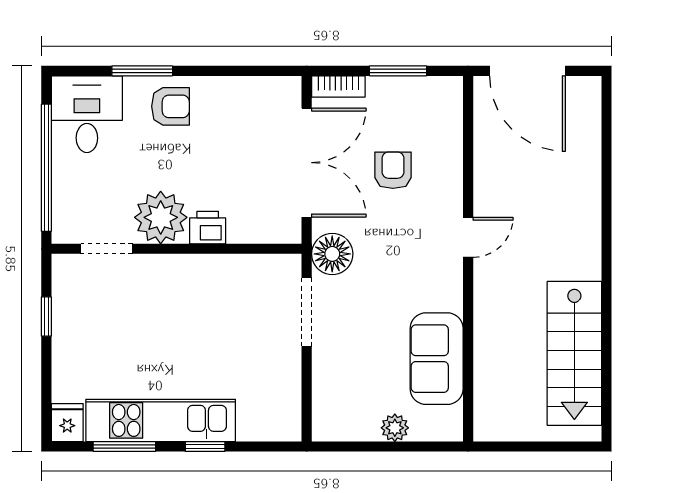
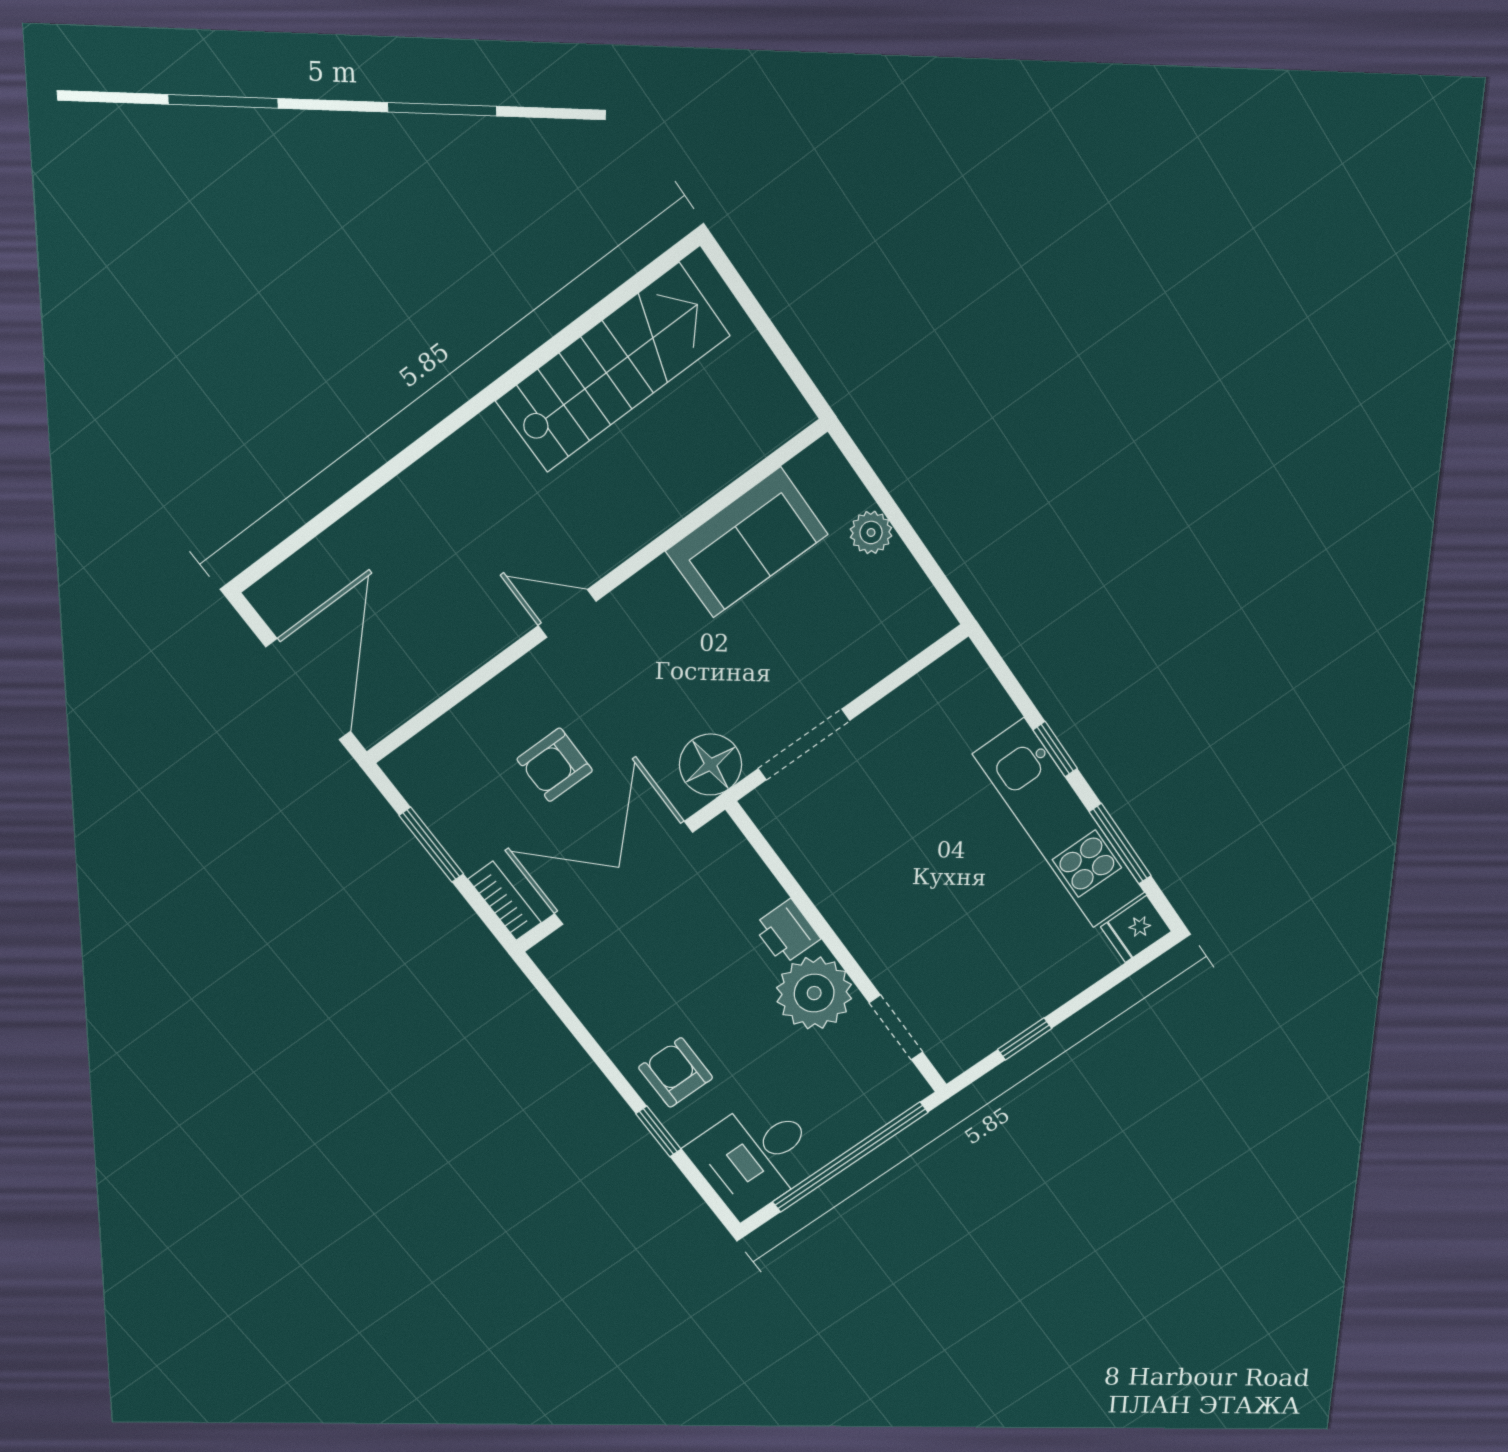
window: (142, 71) -> (658, 1131), width x0.67

